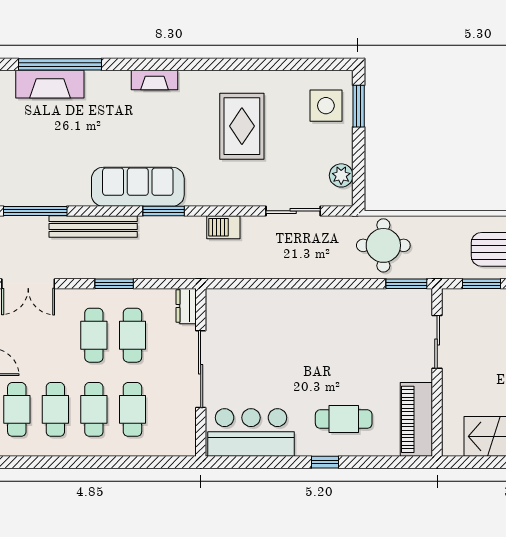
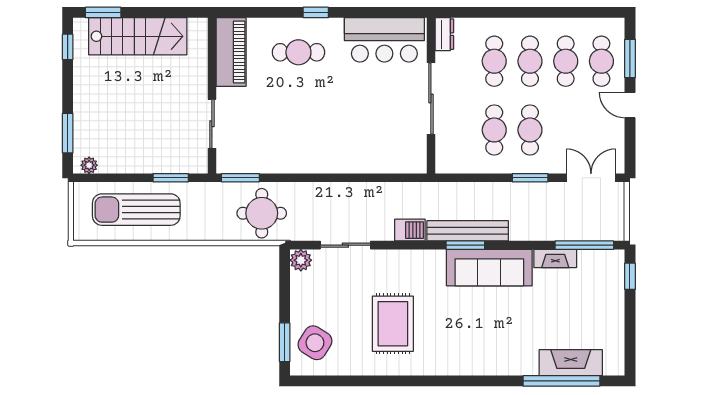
fireplace: (155, 80) -> (555, 258), moved, turned 180
side table: (326, 106) -> (315, 343), turned 32
plant: (341, 175) -> (301, 260), moved
bench: (93, 226) -> (468, 231), moved
window: (114, 284) -> (530, 178), moved
dresser: (186, 306) -> (444, 34), moved

